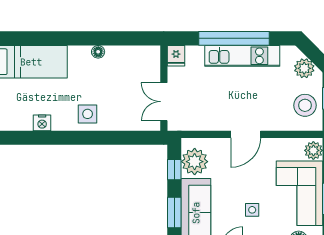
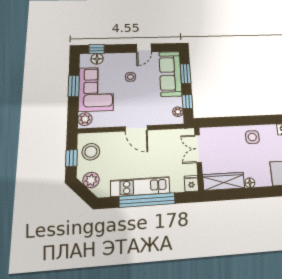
wardrobe: (133, 56) -> (224, 181), added
double door: (164, 102) -> (198, 149), swing flipped
door: (246, 134) -> (136, 128), swing flipped
plant: (195, 162) -> (178, 112), width x0.53, depth x0.53

